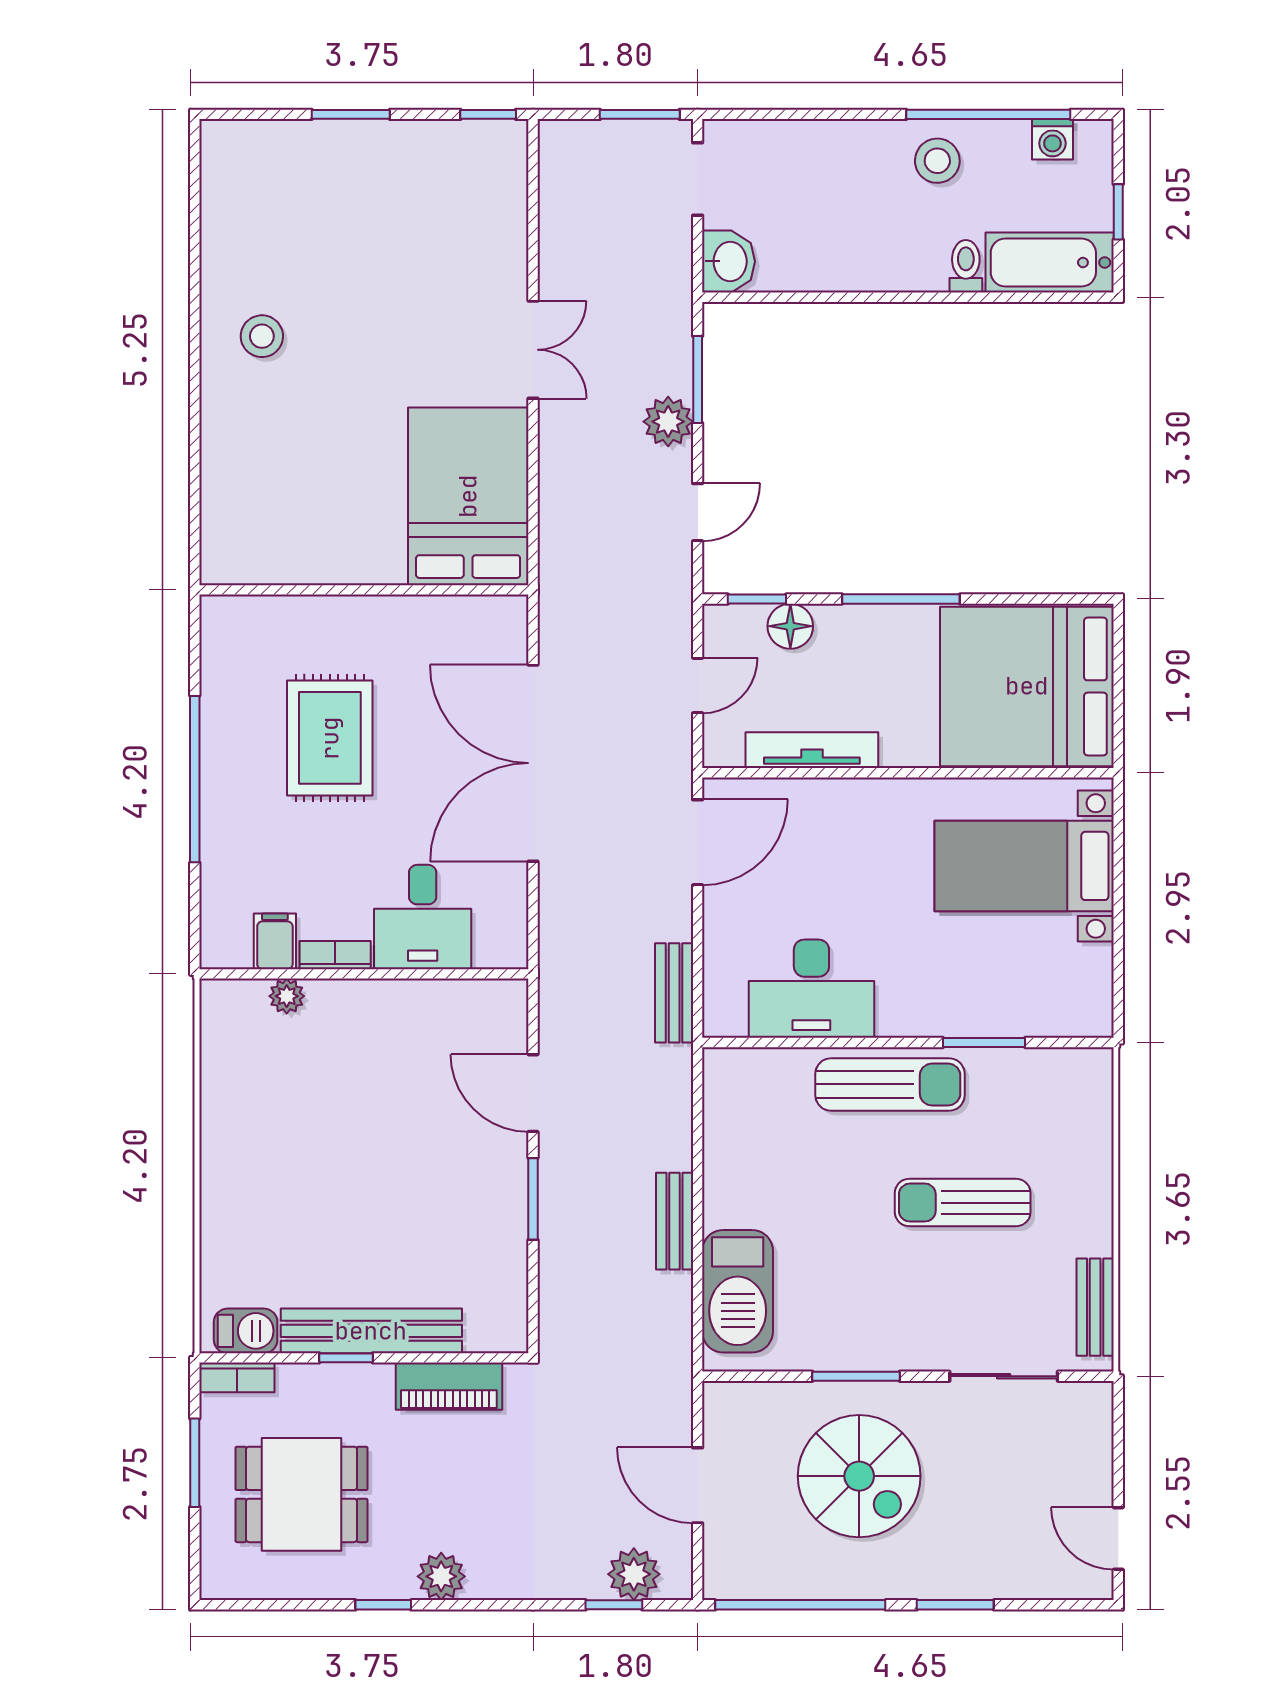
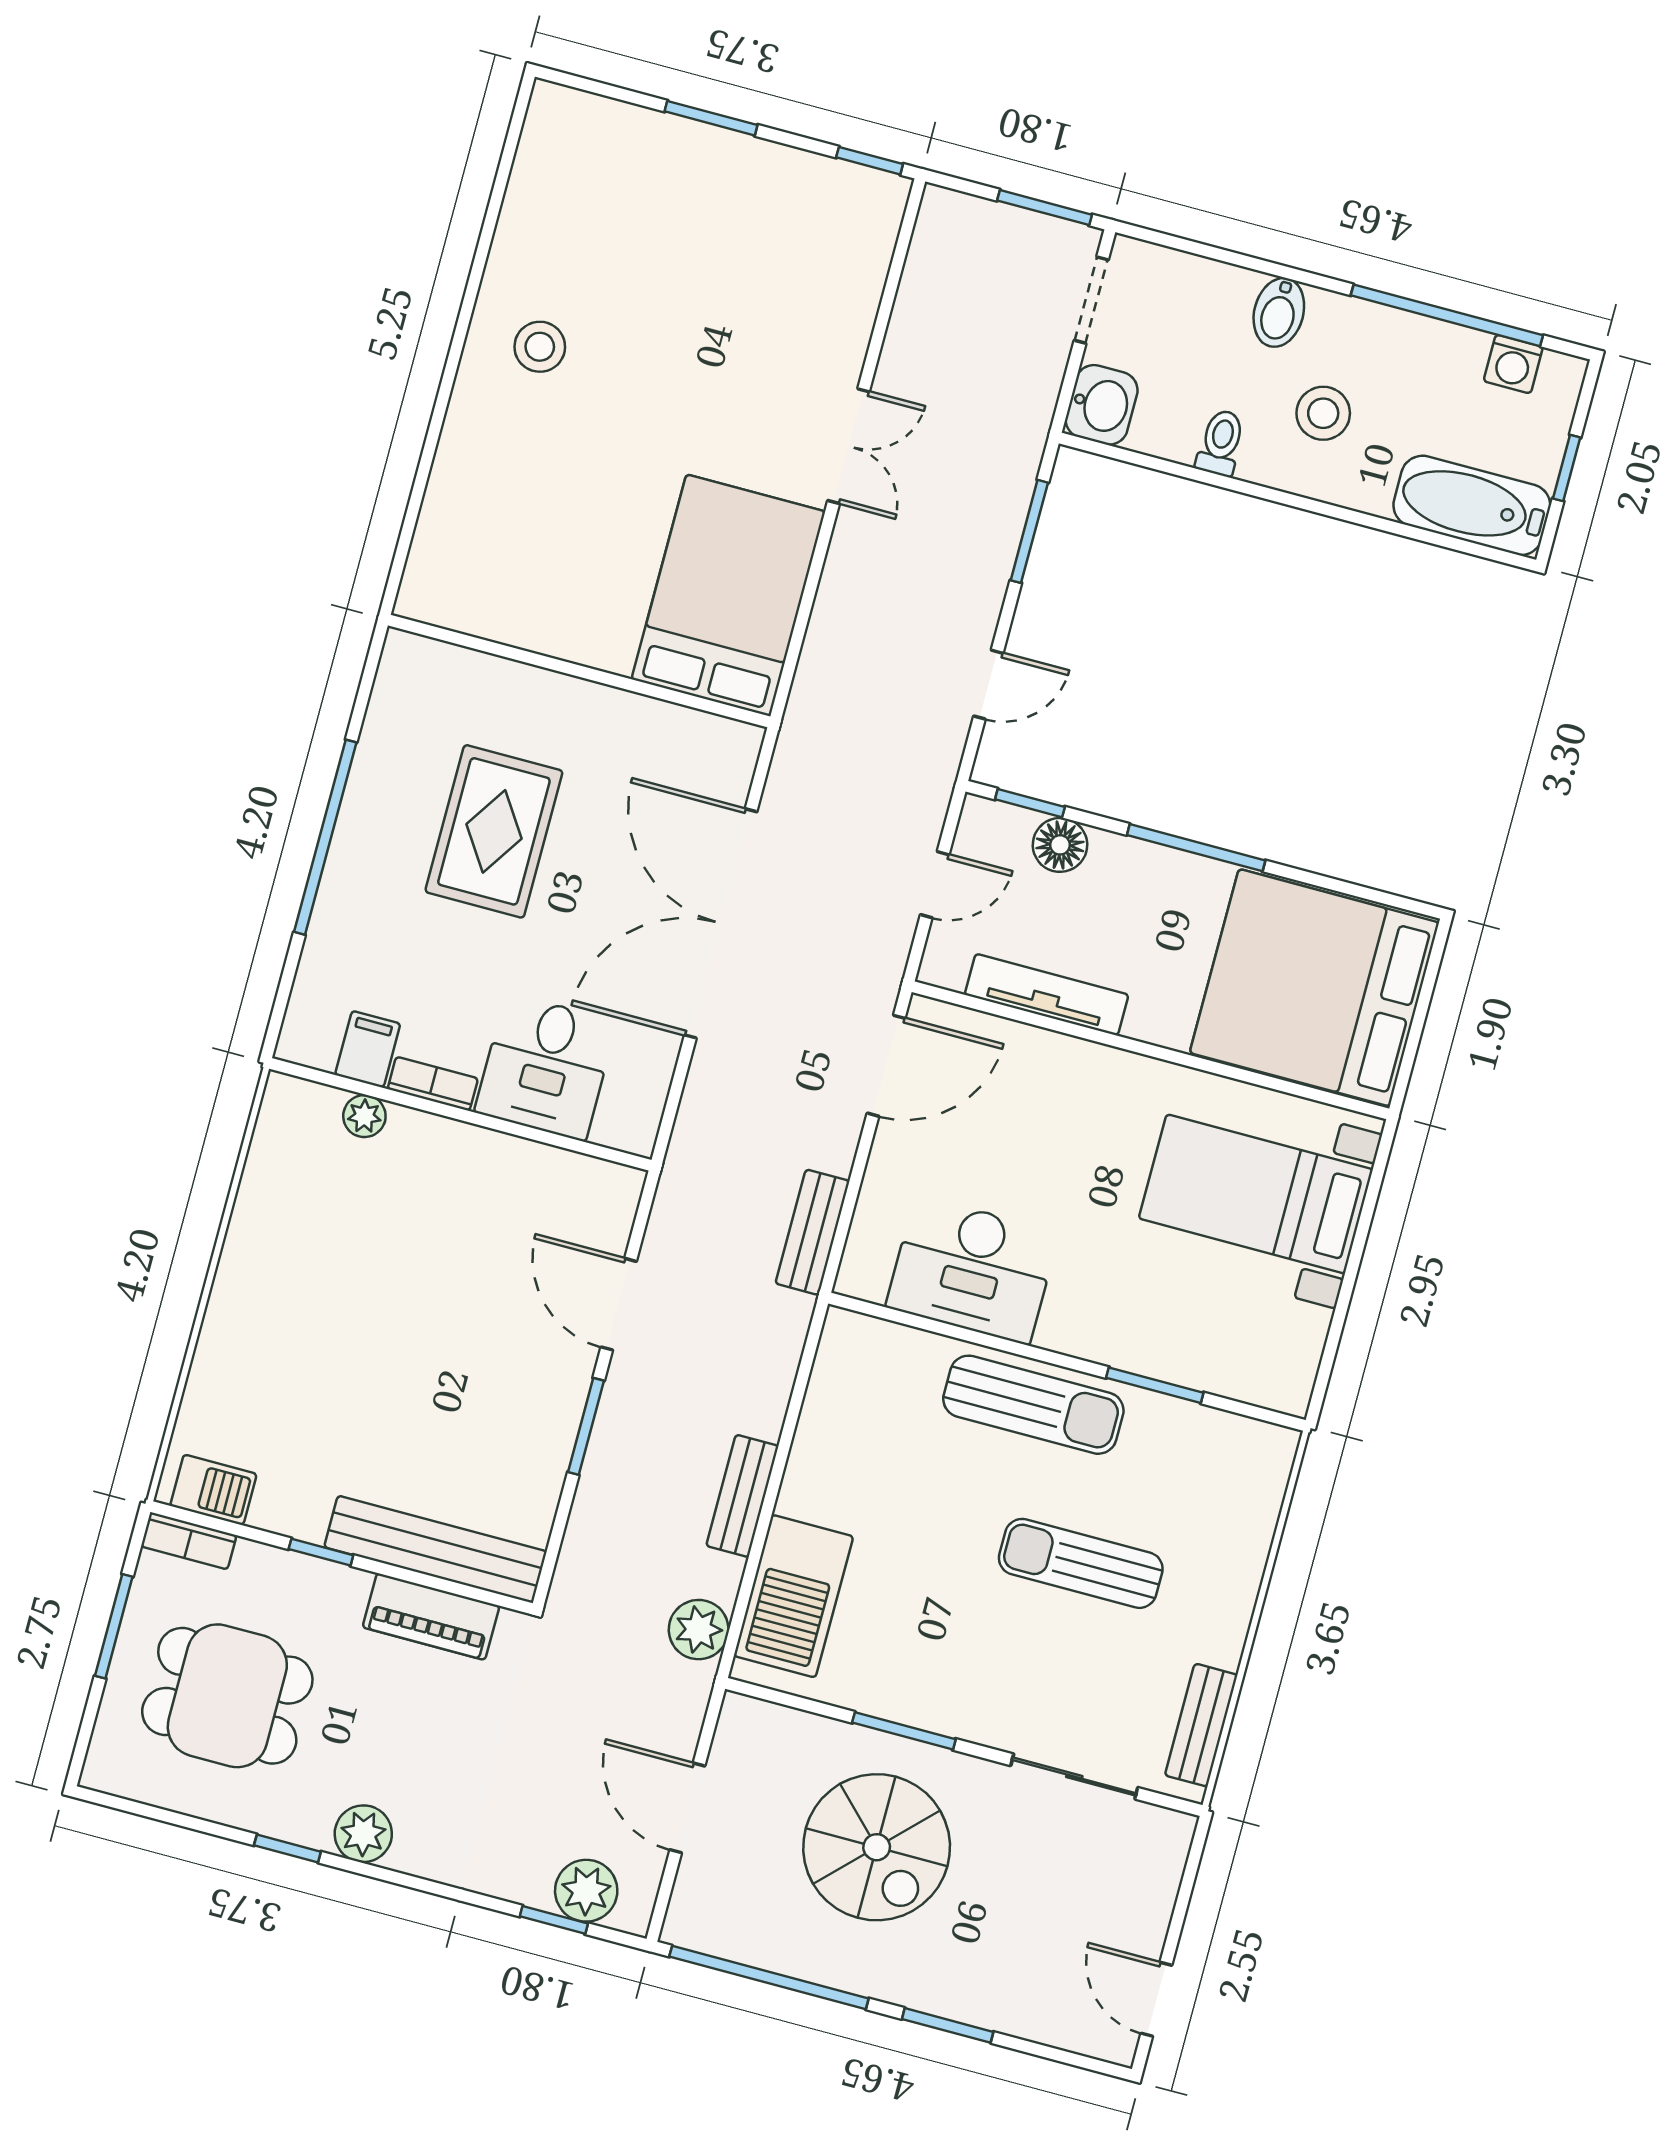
bidet: (852, 148) -> (1279, 312), added
stool: (937, 161) -> (1323, 413), moved
toilet: (966, 266) -> (1221, 443), moved
plant: (668, 422) -> (699, 1630), moved
bench: (371, 1331) -> (435, 1549), moved

